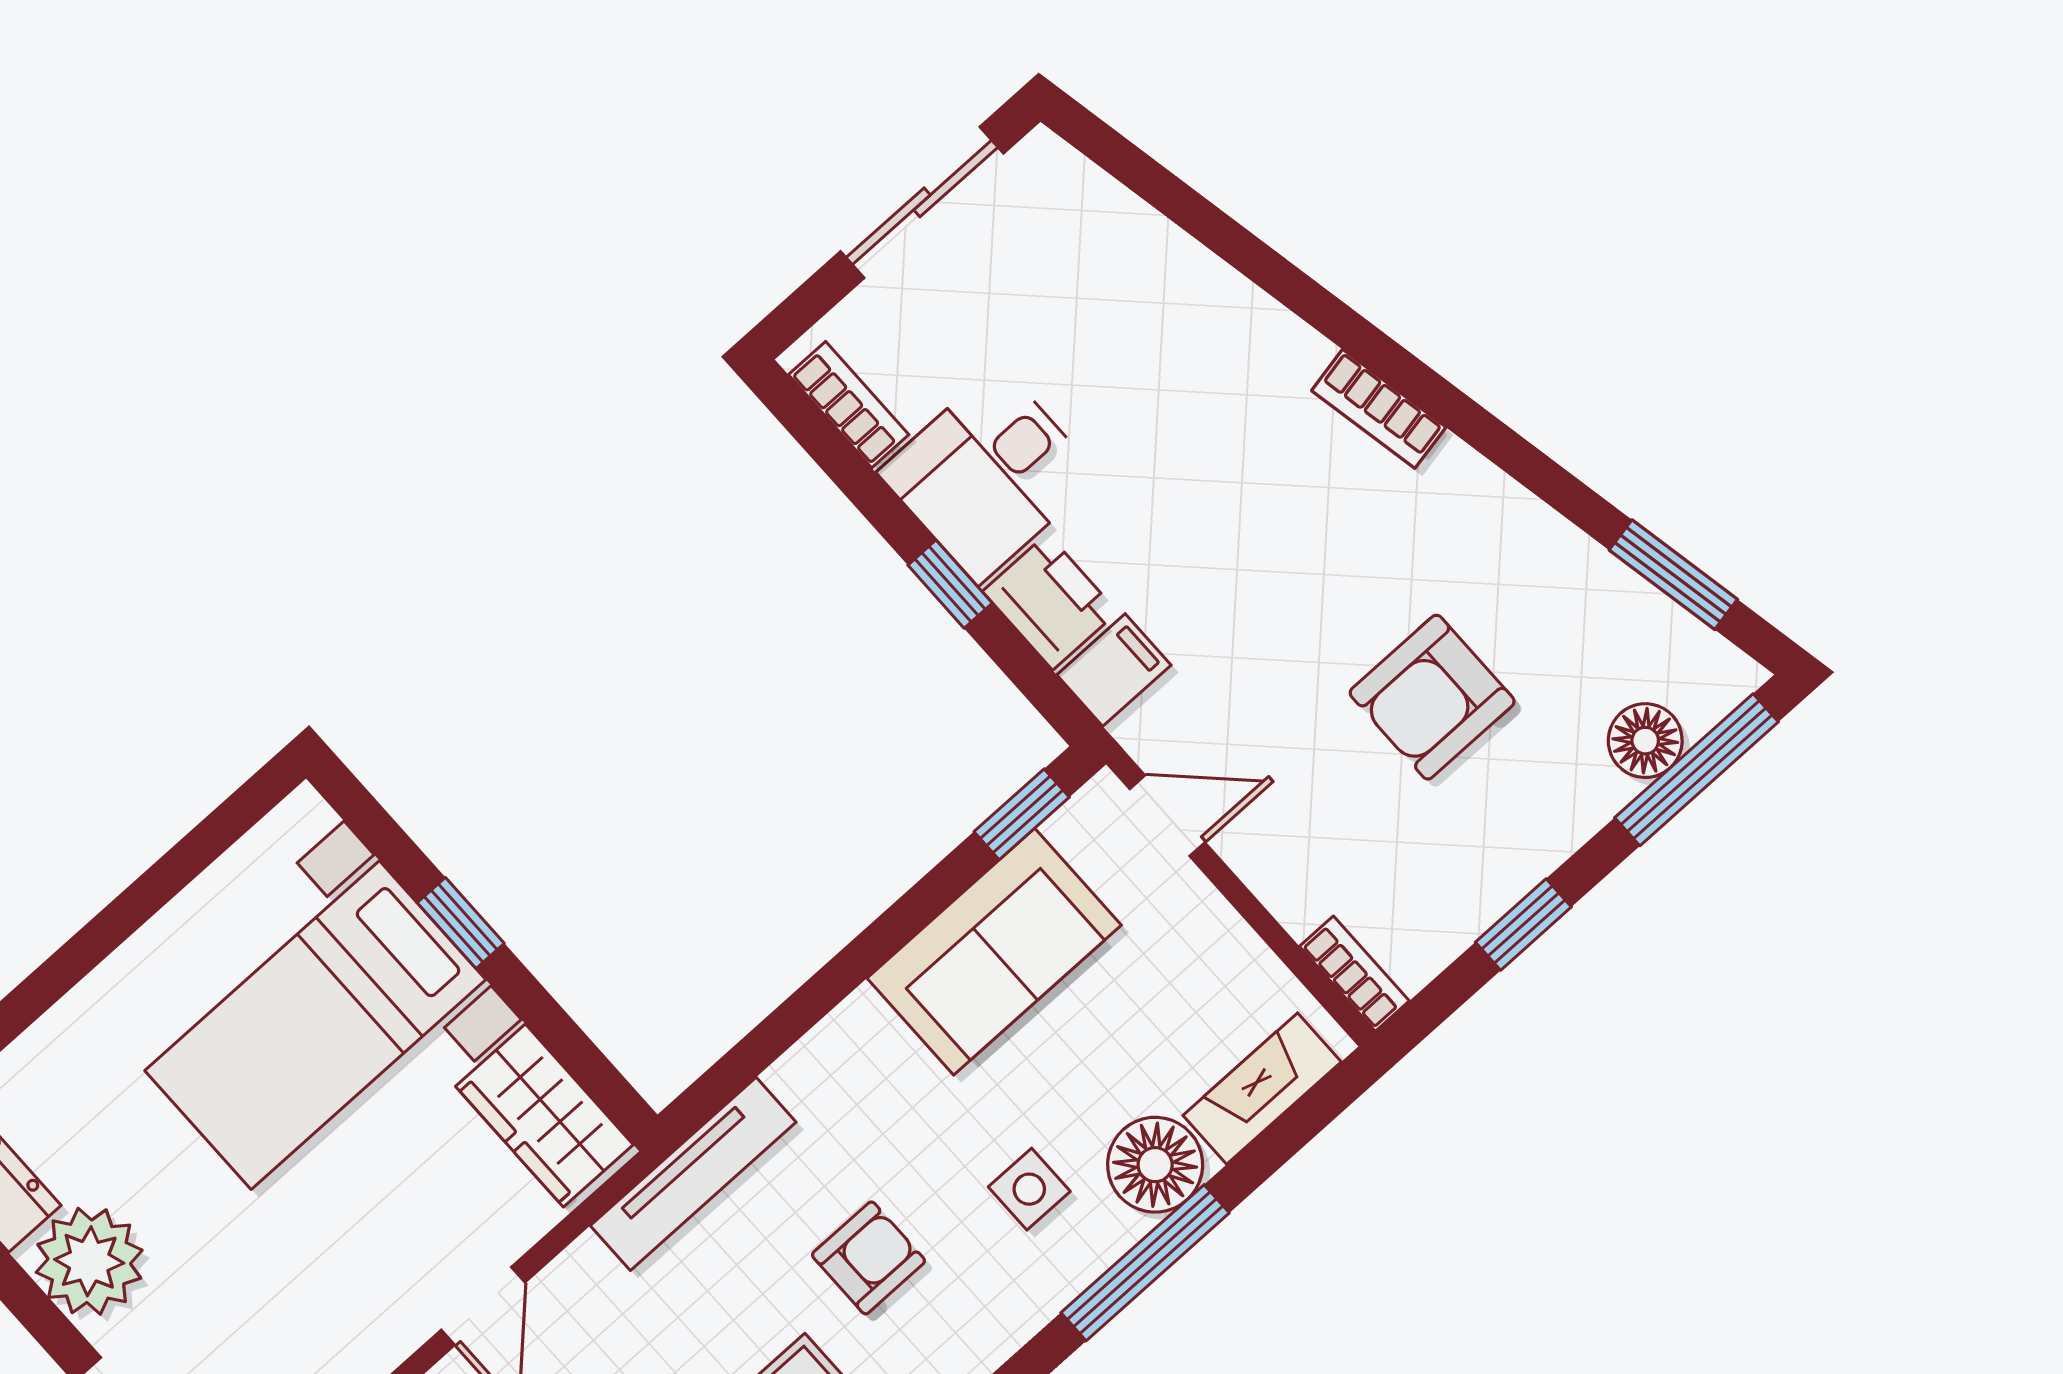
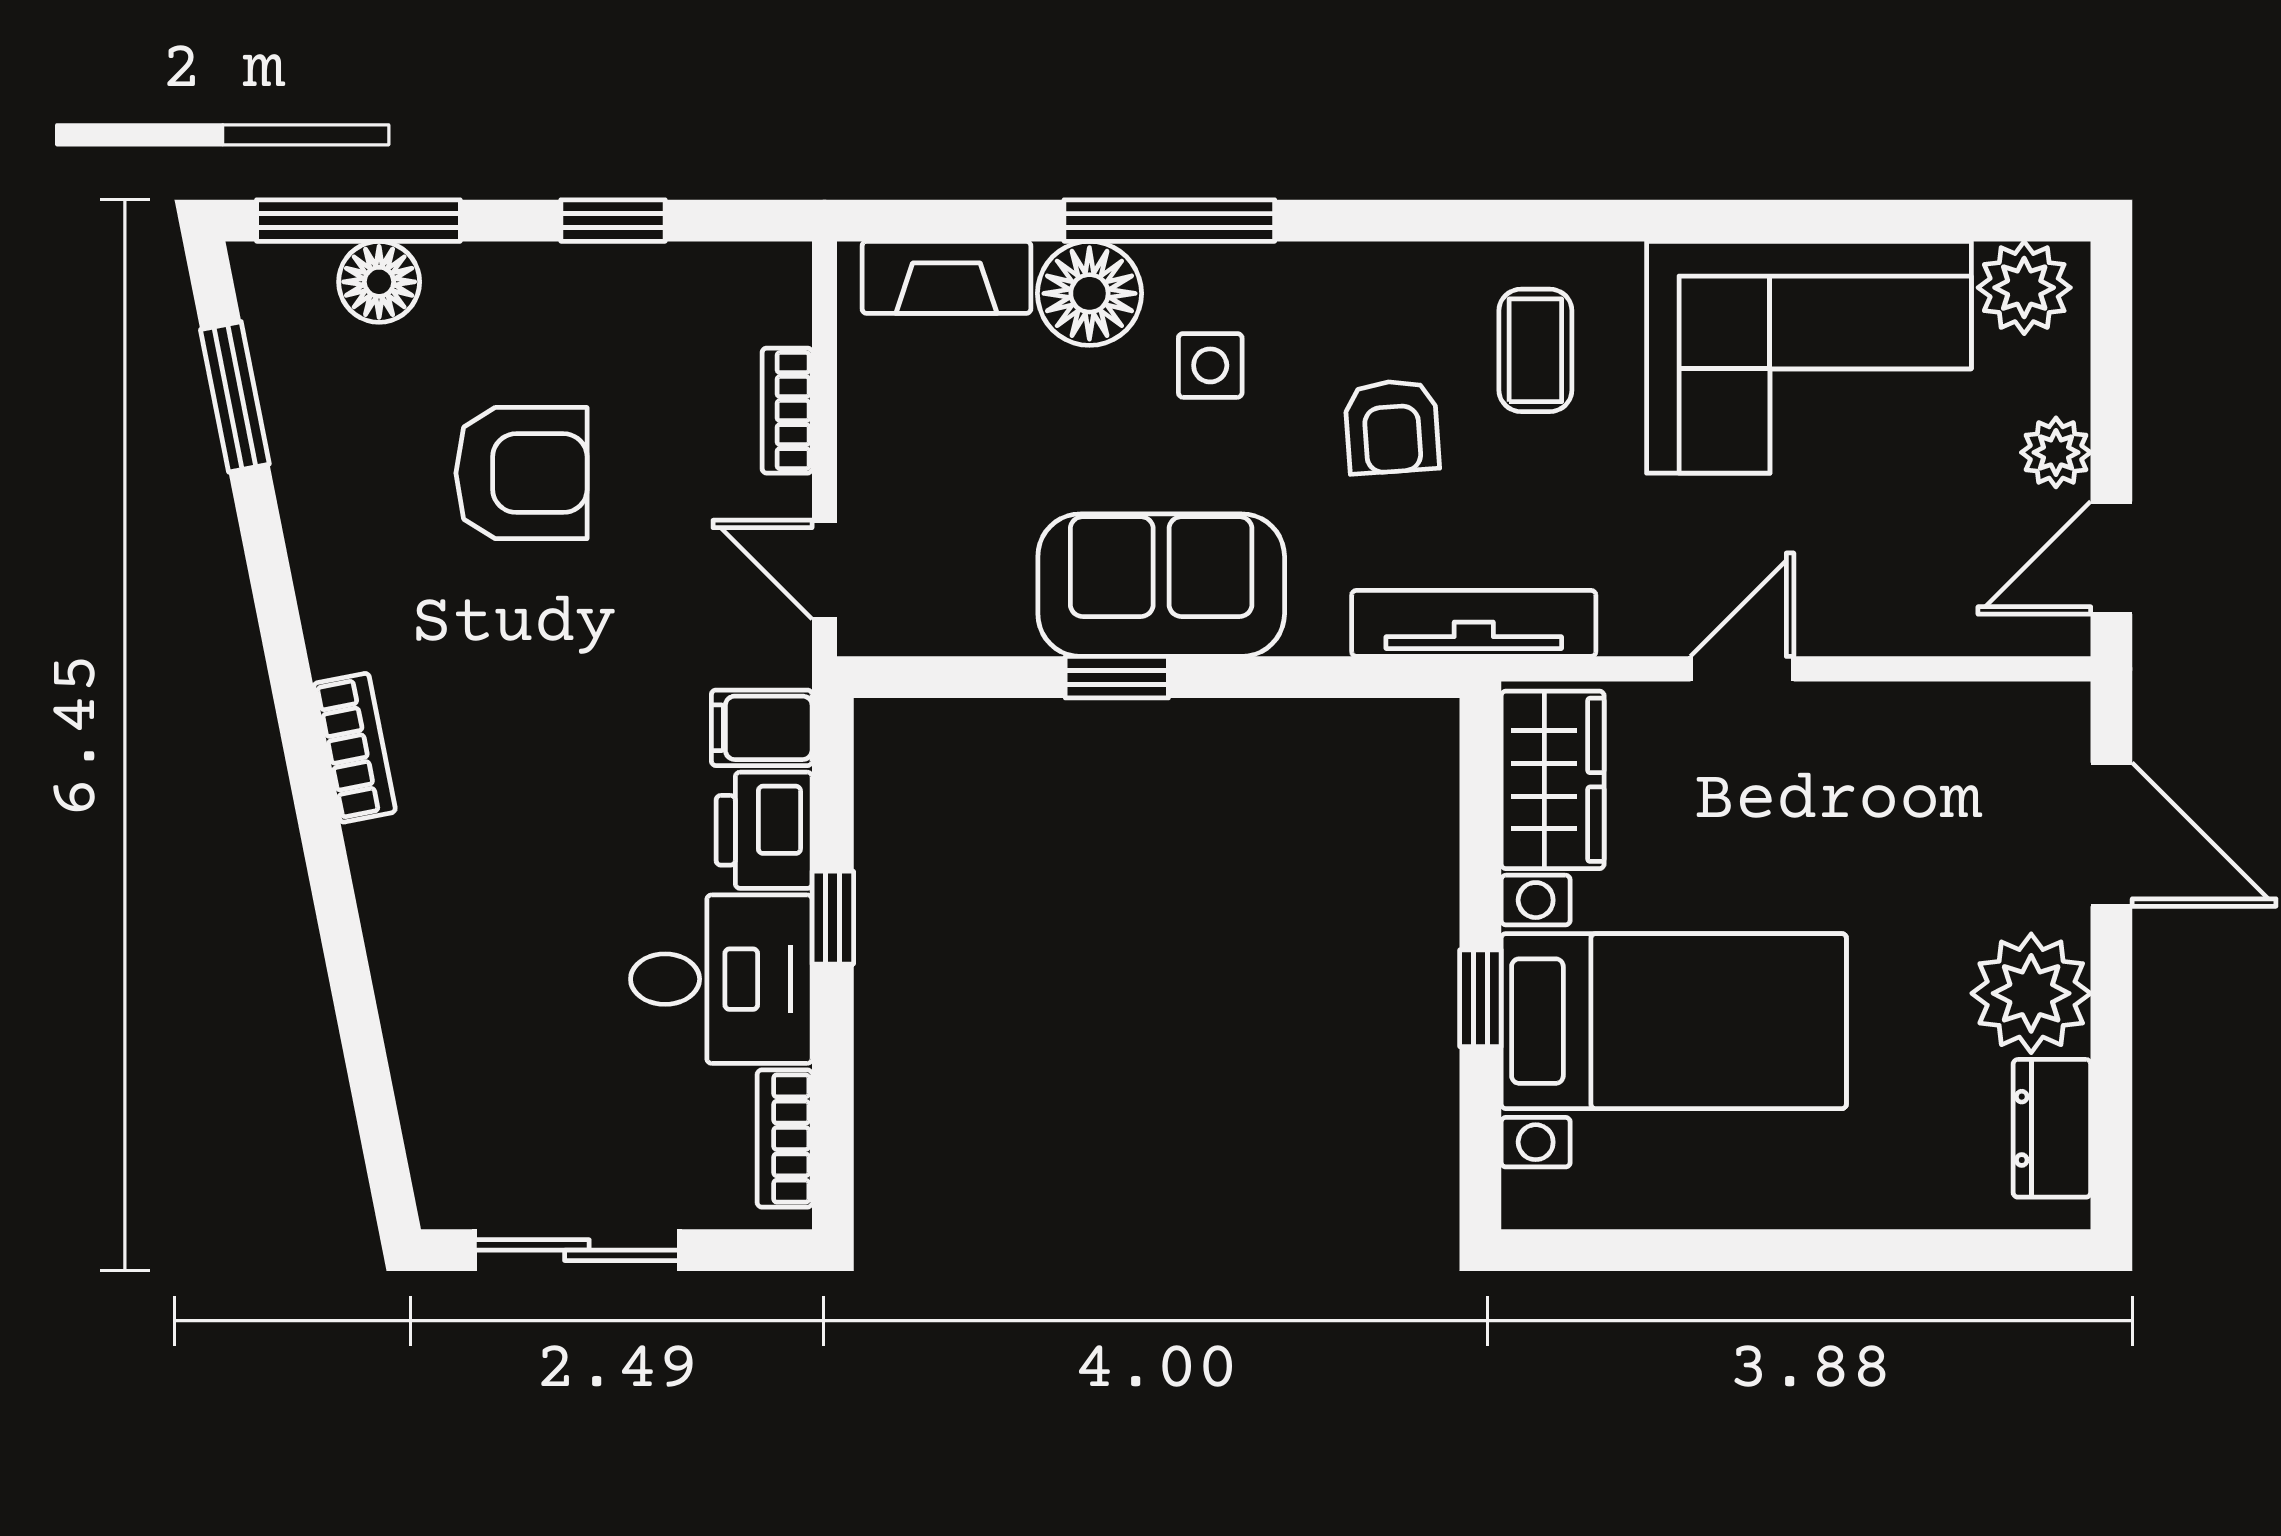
window: (1022, 814) -> (1117, 677), moved
sofa: (994, 952) -> (1161, 585), moved
bookcase: (1354, 974) -> (787, 411), moved
armchair: (869, 1258) -> (1392, 427), turned -94

